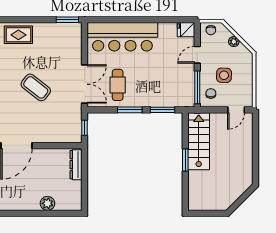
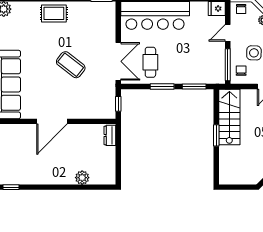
dresser: (76, 165) -> (110, 135), width x0.70

